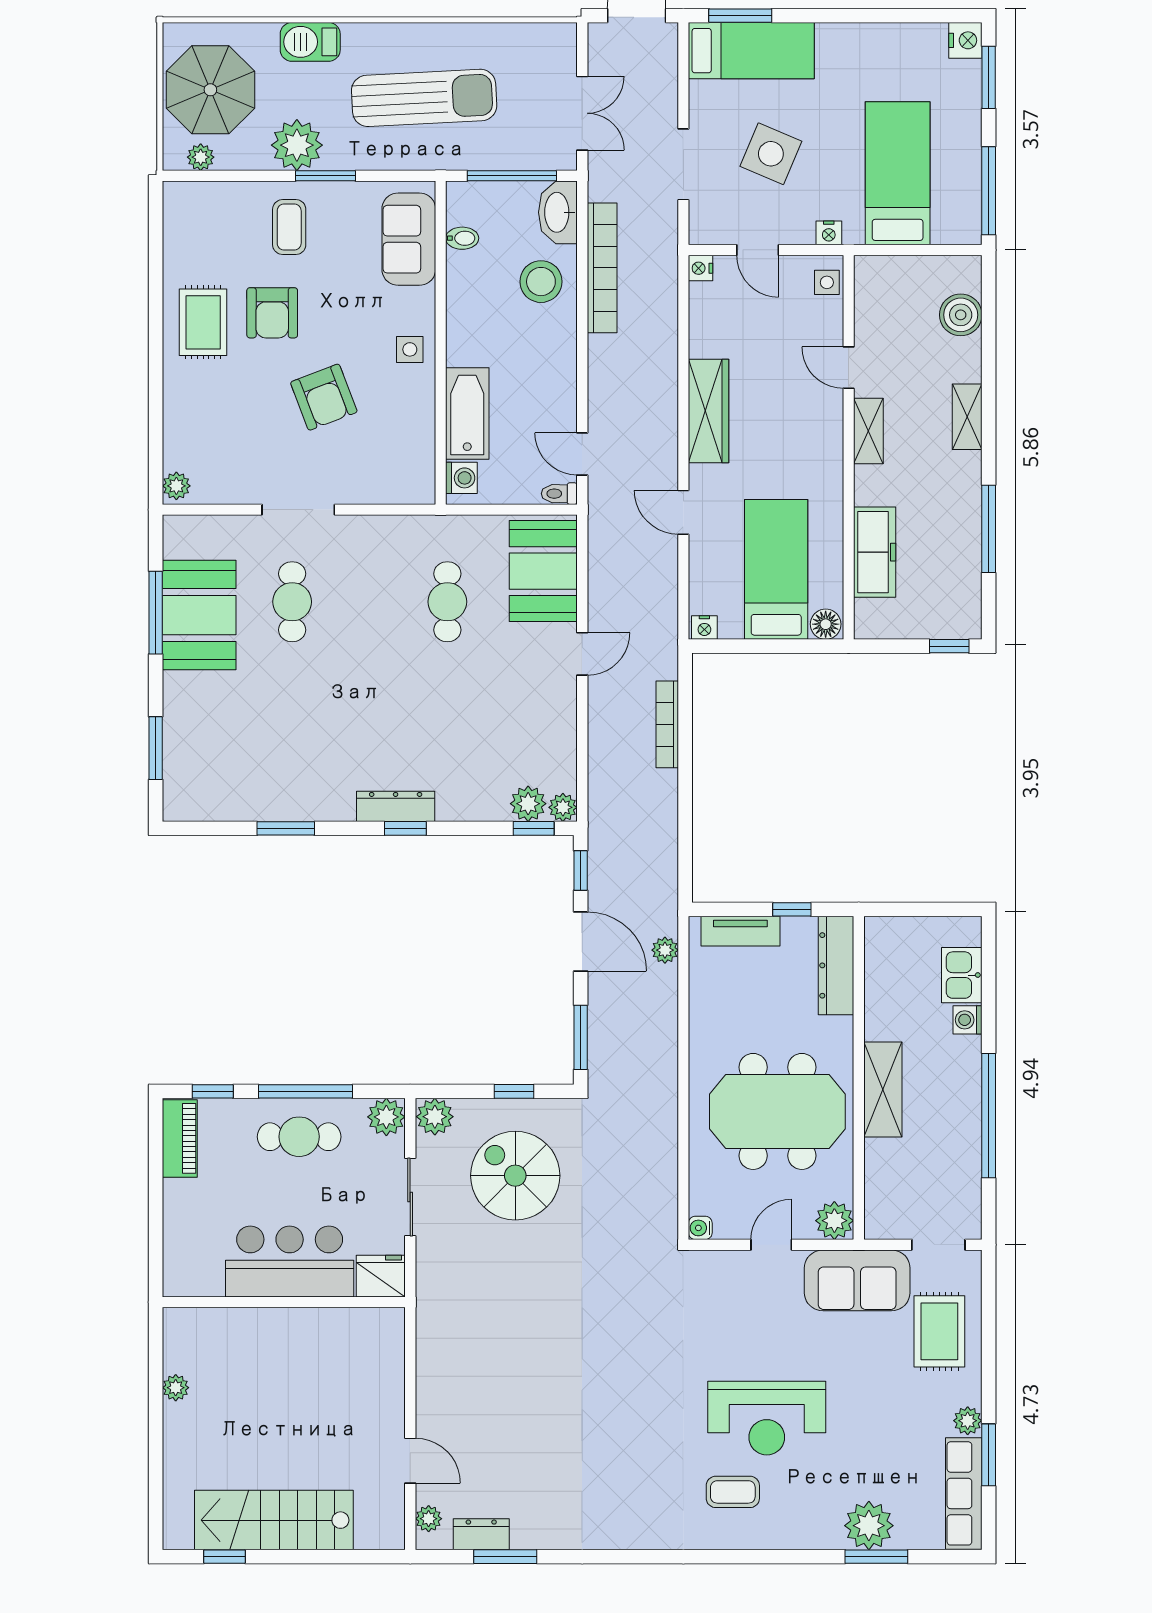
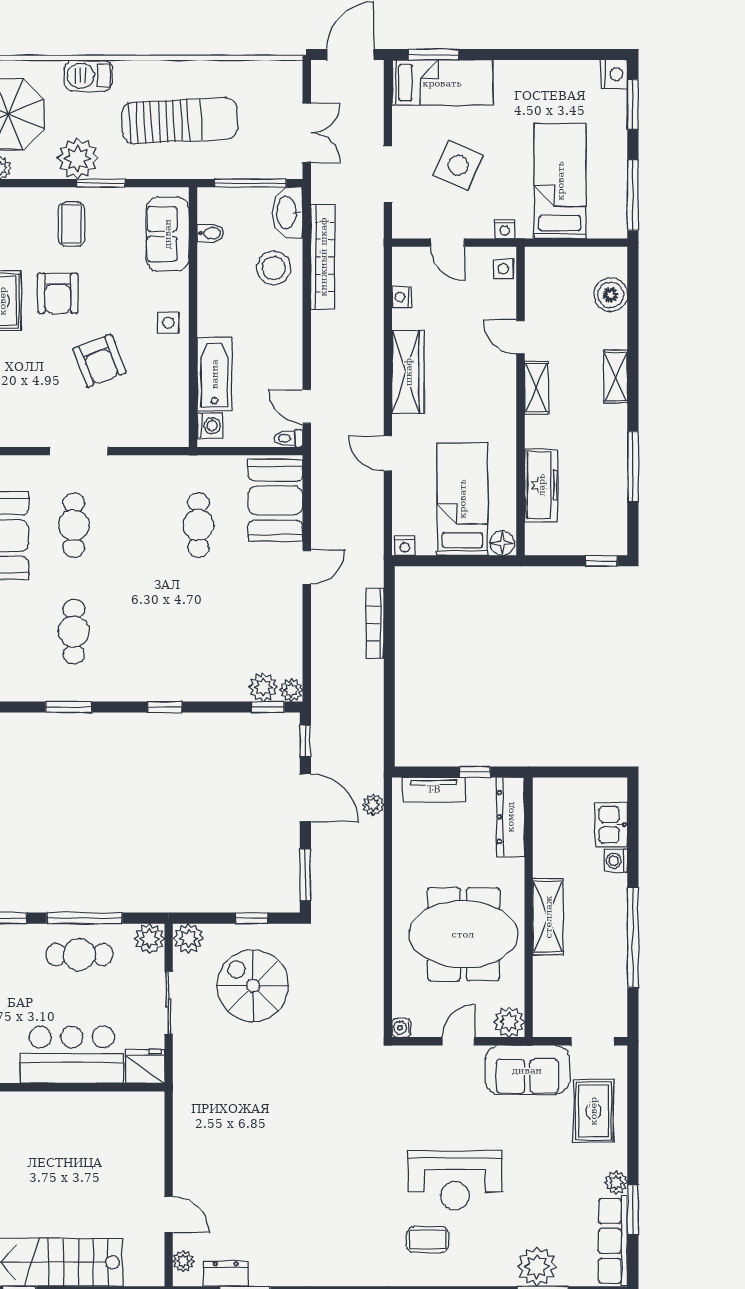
nightstand: (700, 268) -> (402, 297), moved
cafe table: (292, 735) -> (74, 632), added
dresser: (396, 806) -> (157, 689), removed

